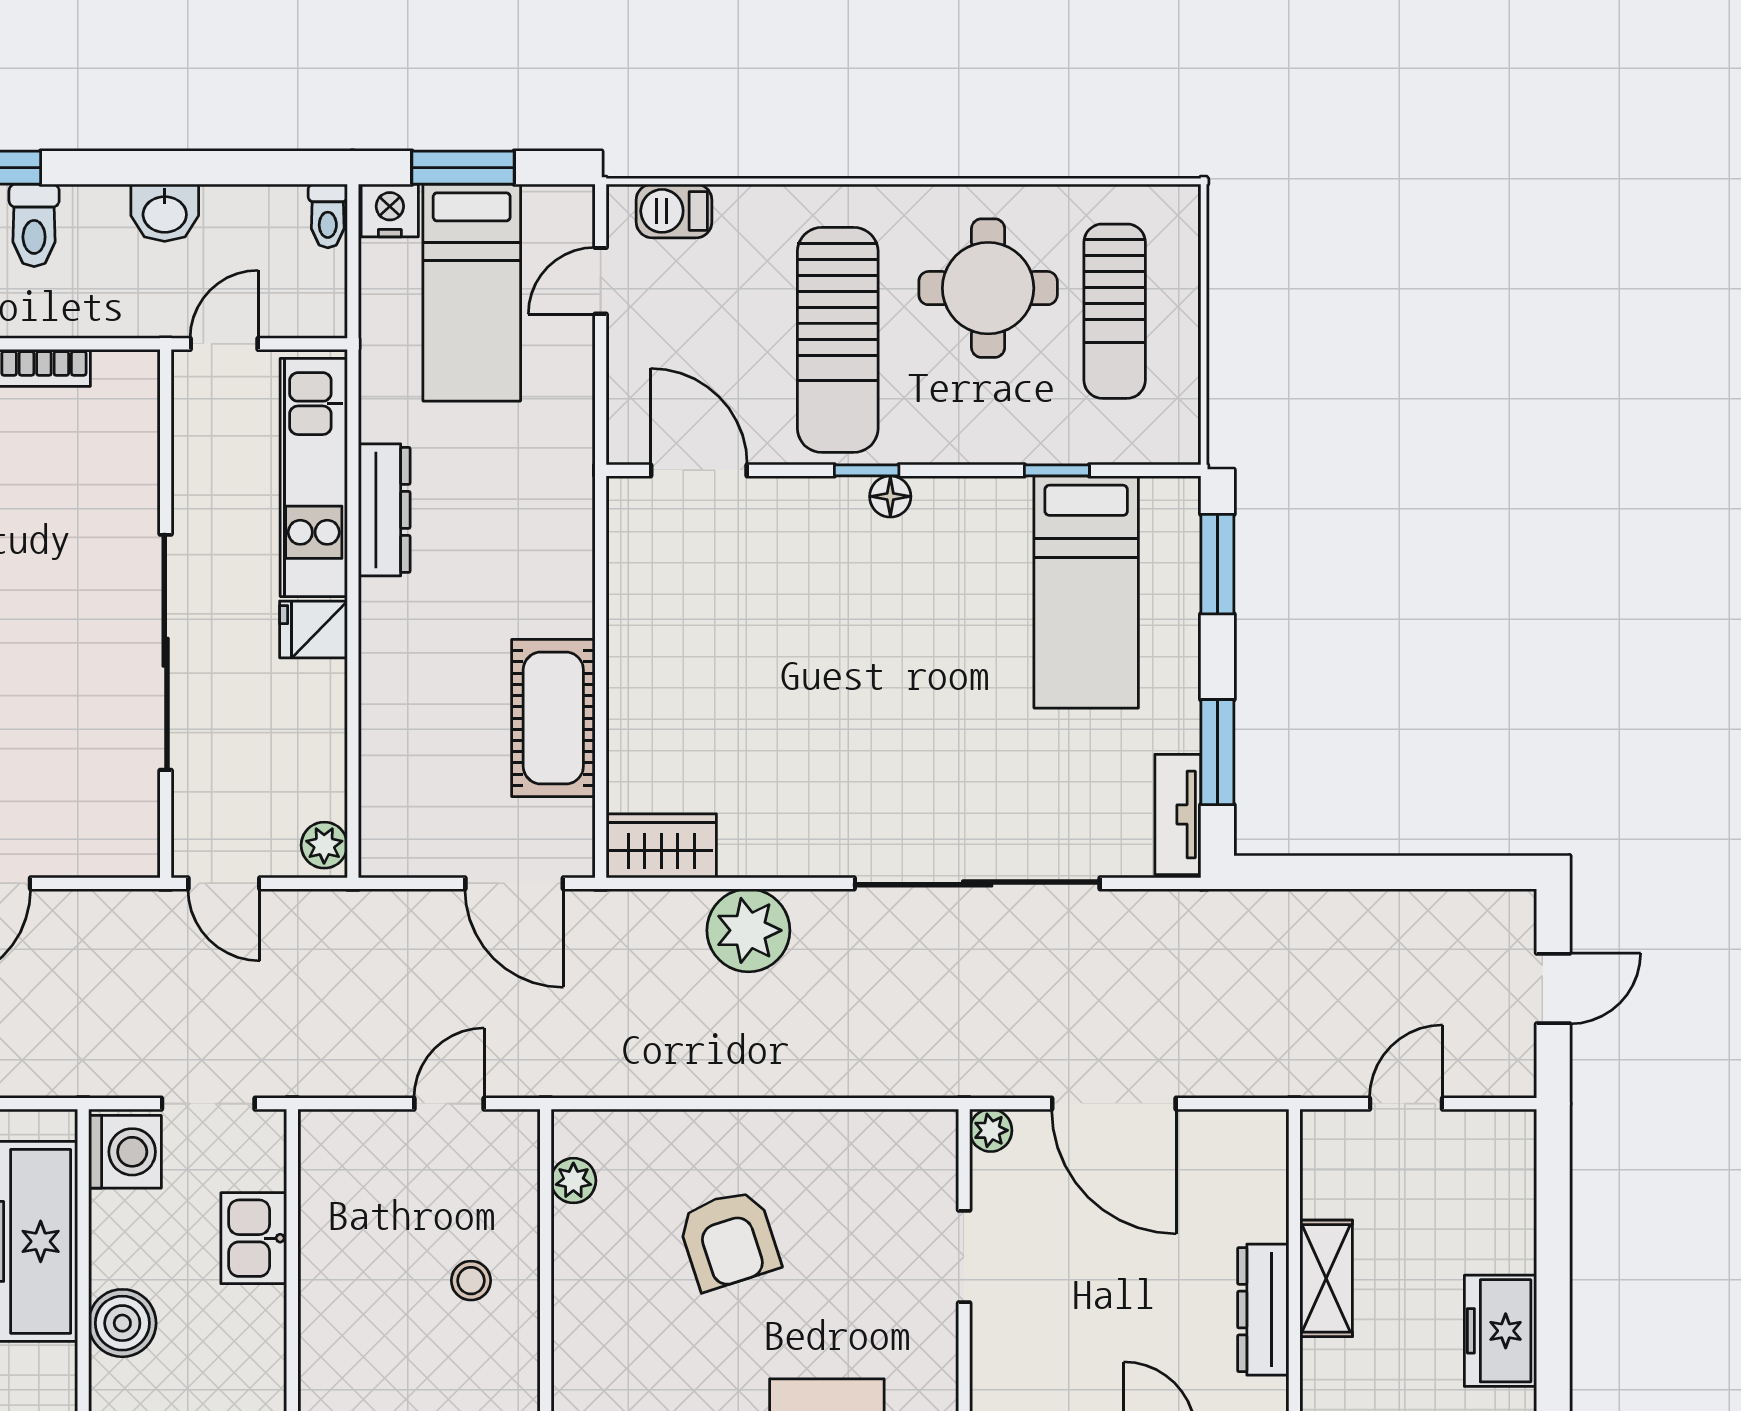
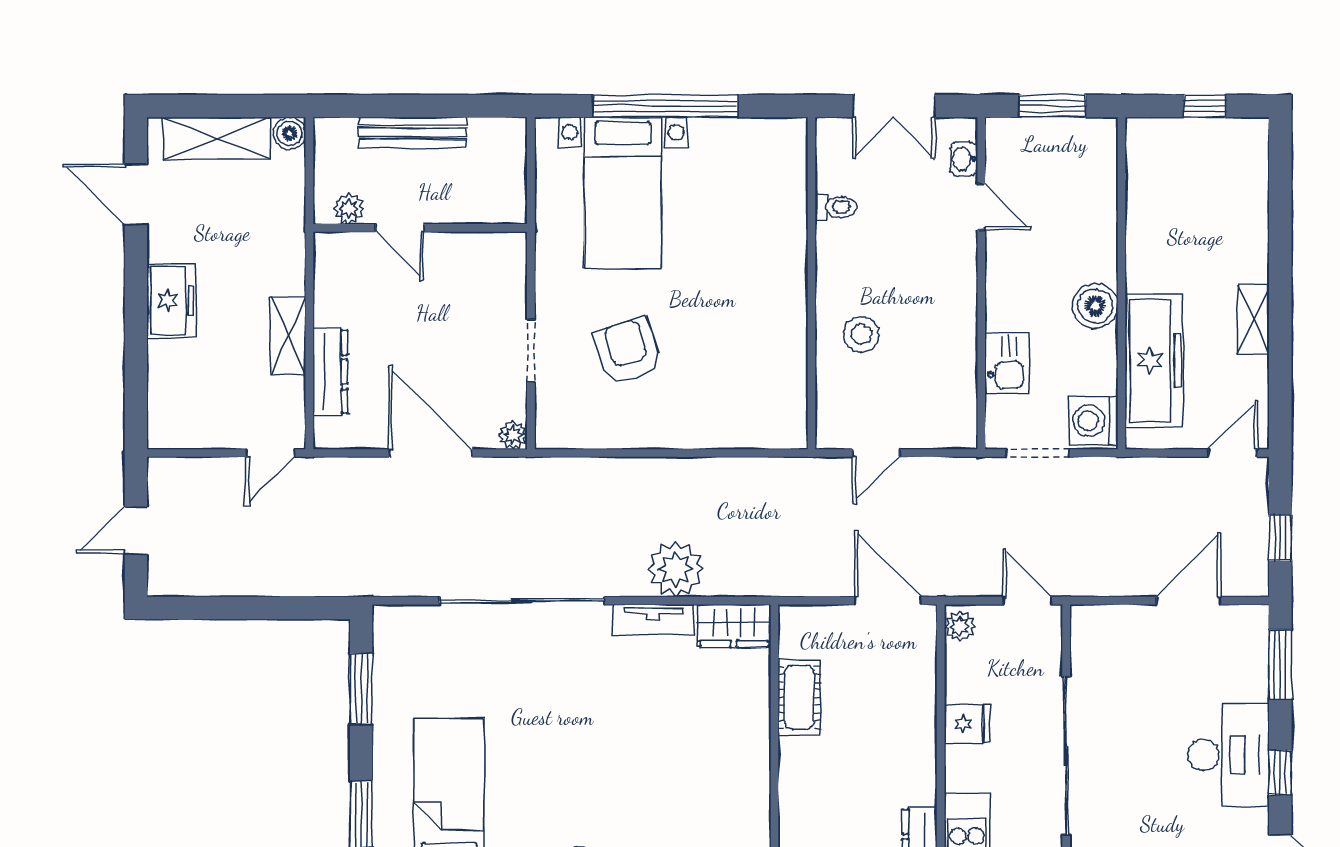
fridge: (313, 629) -> (967, 724), moved
cot: (553, 718) -> (799, 697), width x0.73, depth x0.75
tv unit: (1178, 814) -> (654, 620), moved, turned 90
door: (514, 883) -> (888, 601), moved
door: (1406, 1104) -> (270, 453), moved
plant: (573, 1181) -> (793, 401), removed
armchair: (729, 1240) -> (628, 351), moved
stool: (471, 1281) -> (861, 334), width x1.37, depth x1.37
dresser: (1263, 1310) -> (330, 372), moved

